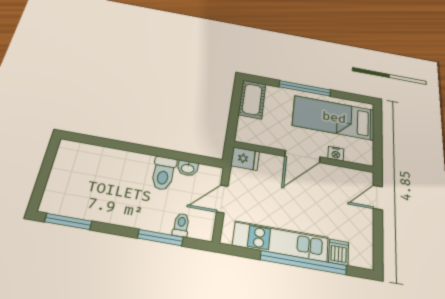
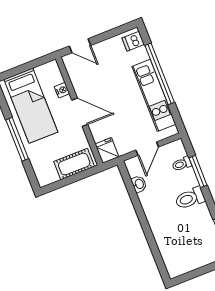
cot: (252, 99) -> (74, 164), moved
toilet: (163, 173) -> (190, 198), moved, turned 180
door: (222, 199) -> (147, 149), hinge flipped
dishwasher: (339, 252) -> (133, 41), moved

